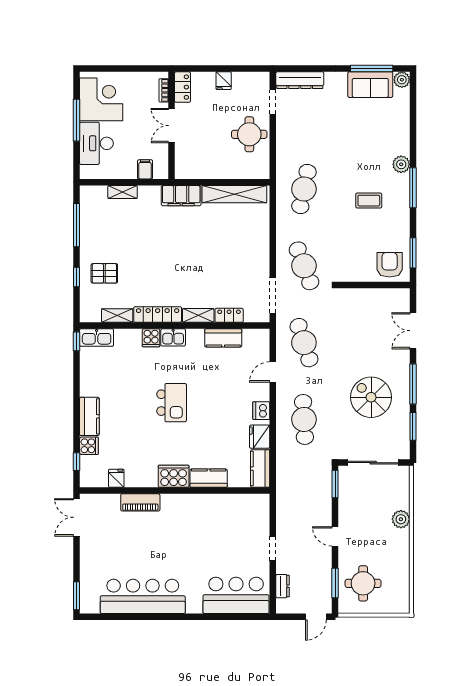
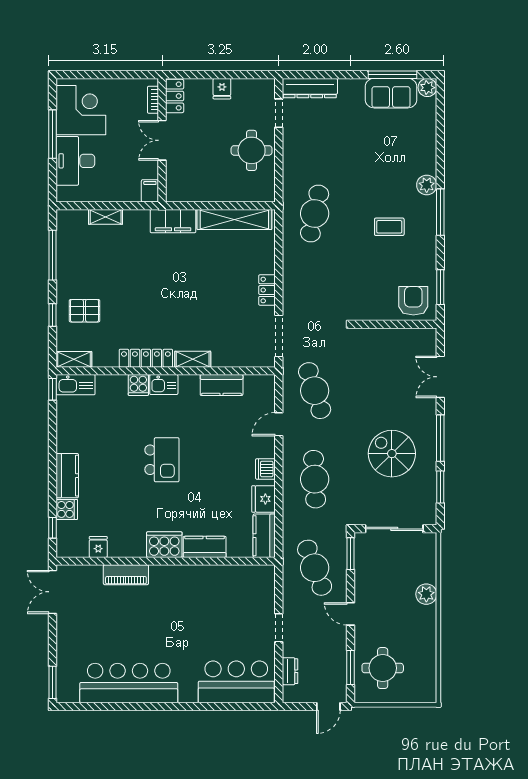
filing cabinet: (145, 169) -> (150, 191), moved
cafe table: (304, 266) -> (315, 568), moved
shelving: (117, 315) -> (74, 359), moved
locker: (229, 315) -> (267, 290), moved, turned -90

